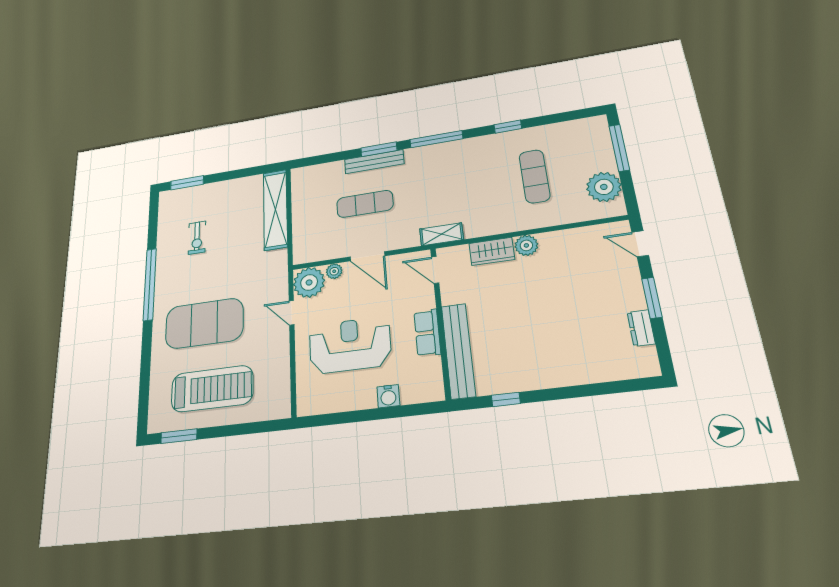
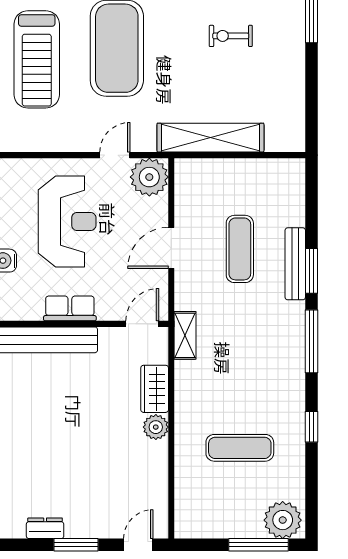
plant: (604, 187) -> (283, 520), moved
shelving: (275, 210) -> (210, 138), moved
plant: (334, 271) -> (159, 208), removed

